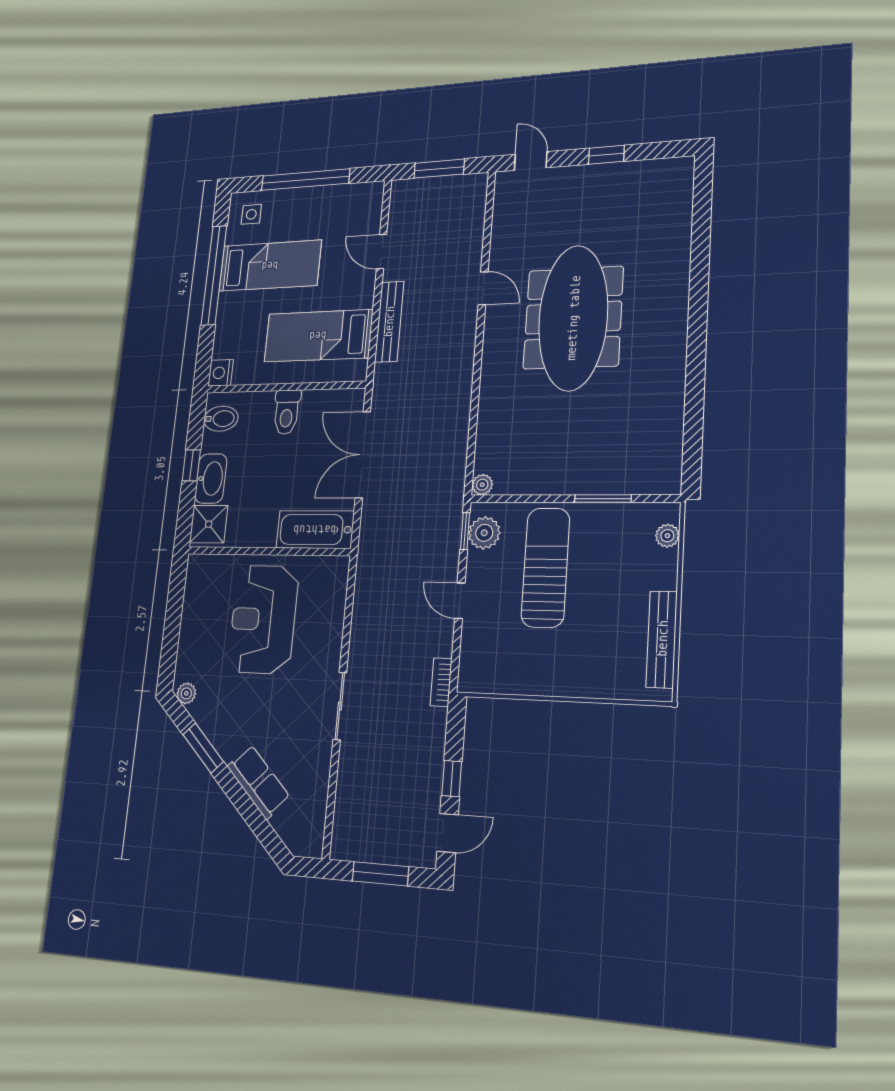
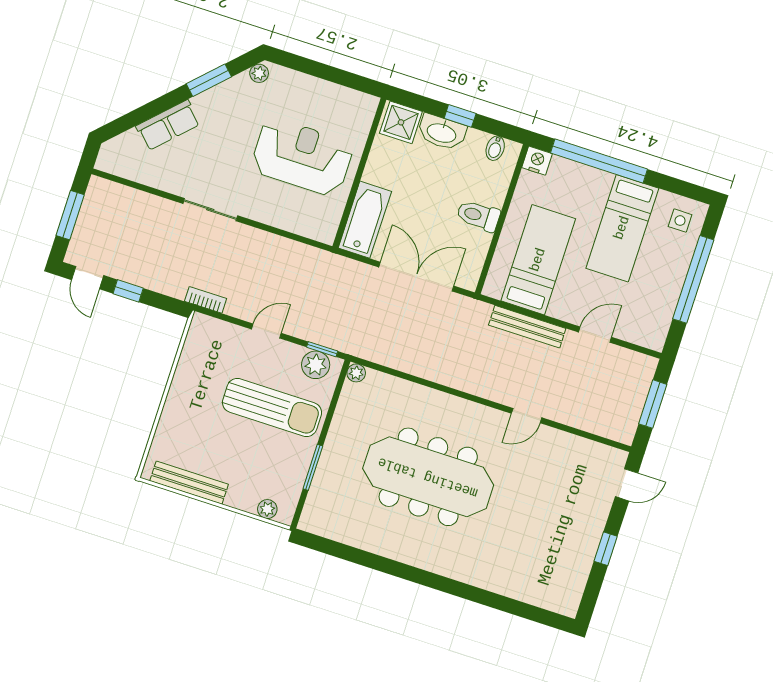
window: (214, 275) -> (599, 161), moved
meeting table: (573, 318) -> (428, 477), moved
bidet: (221, 419) -> (495, 148), width x0.72, depth x0.74

